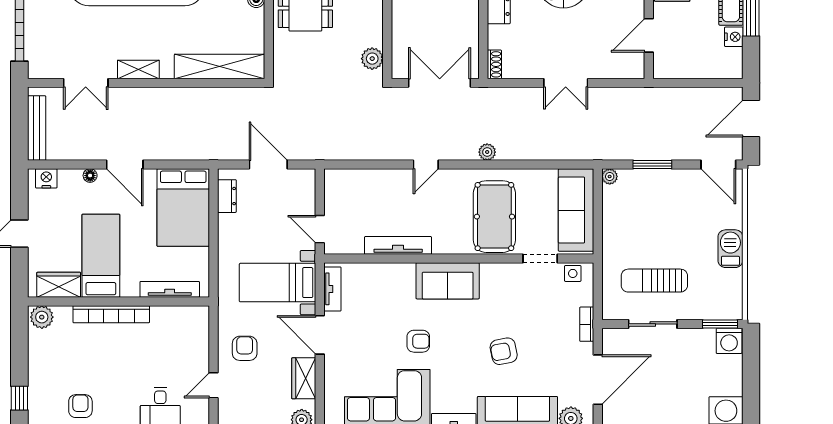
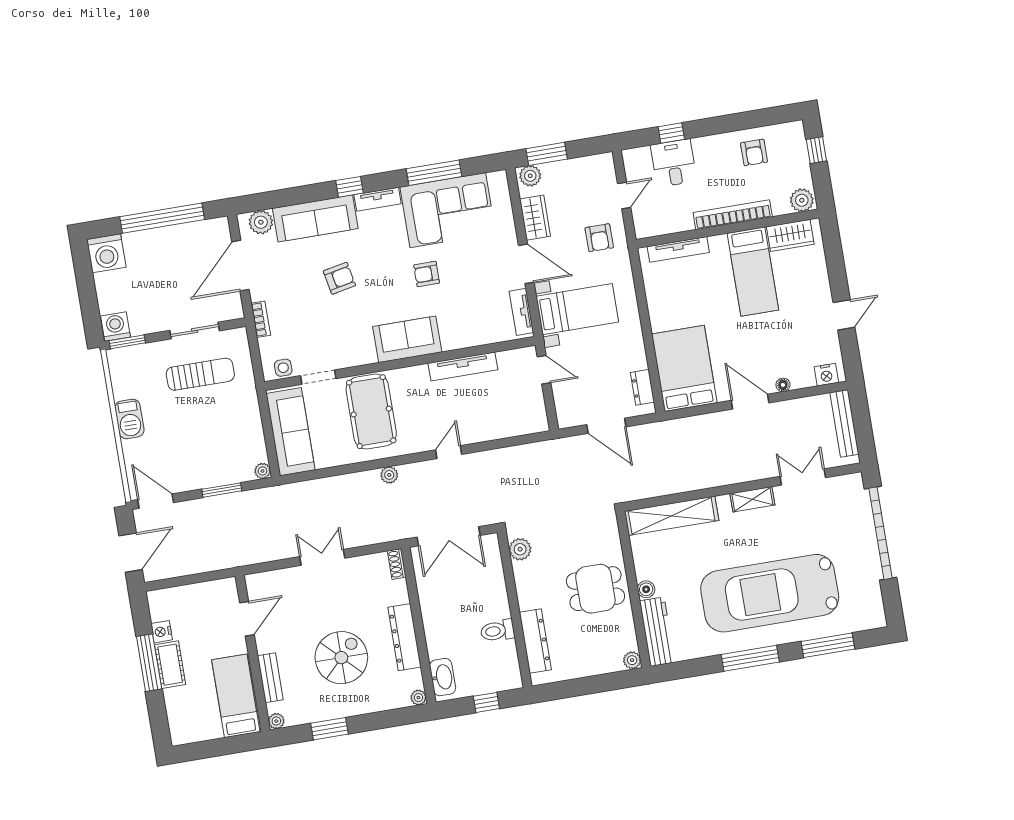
bed: (101, 256) -> (753, 272), moved
wardrobe: (59, 285) -> (790, 235), moved
tv unit: (170, 289) -> (678, 249), moved
wall: (119, 301) -> (728, 229), moved
bookcase: (111, 314) -> (733, 215), moved
plant: (42, 317) -> (802, 200), moved

